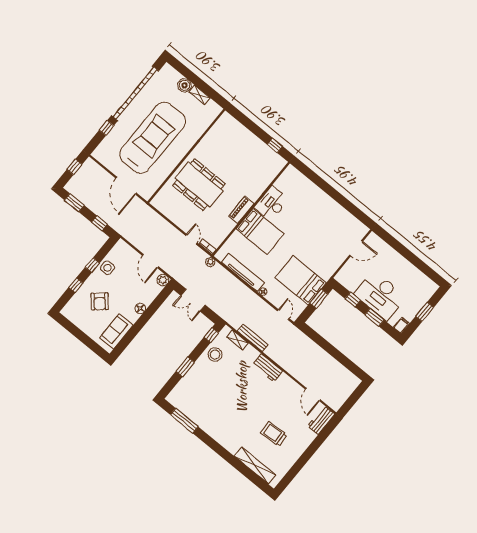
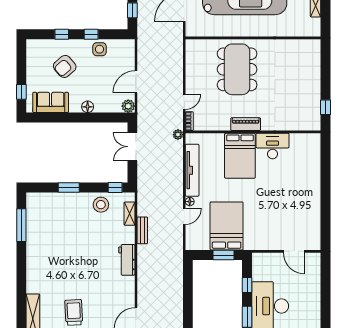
door: (283, 315) -> (184, 216), moved
bench: (253, 338) -> (142, 230), width x0.73
window: (93, 346) -> (21, 92), added

